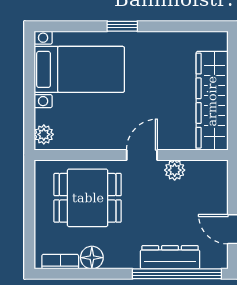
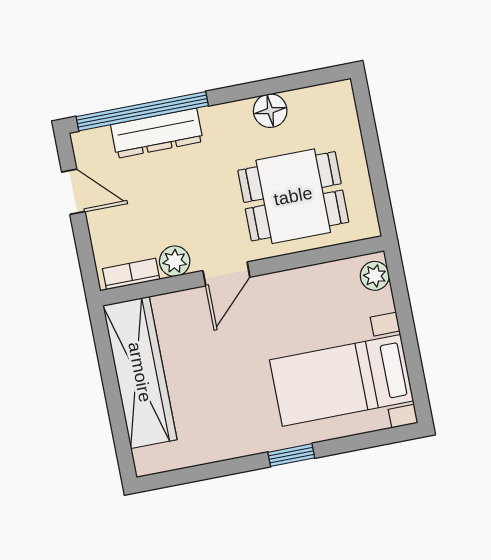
bookcase: (60, 262) -> (131, 274), moved, turned 180

